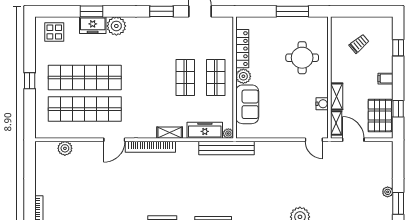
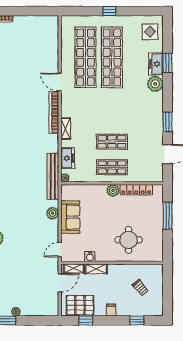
window: (292, 11) -> (168, 216), moved
sofa: (247, 104) -> (70, 217), moved, turned -90
freezer: (205, 130) -> (68, 158), width x0.71
plant: (65, 148) -> (53, 213), moved

